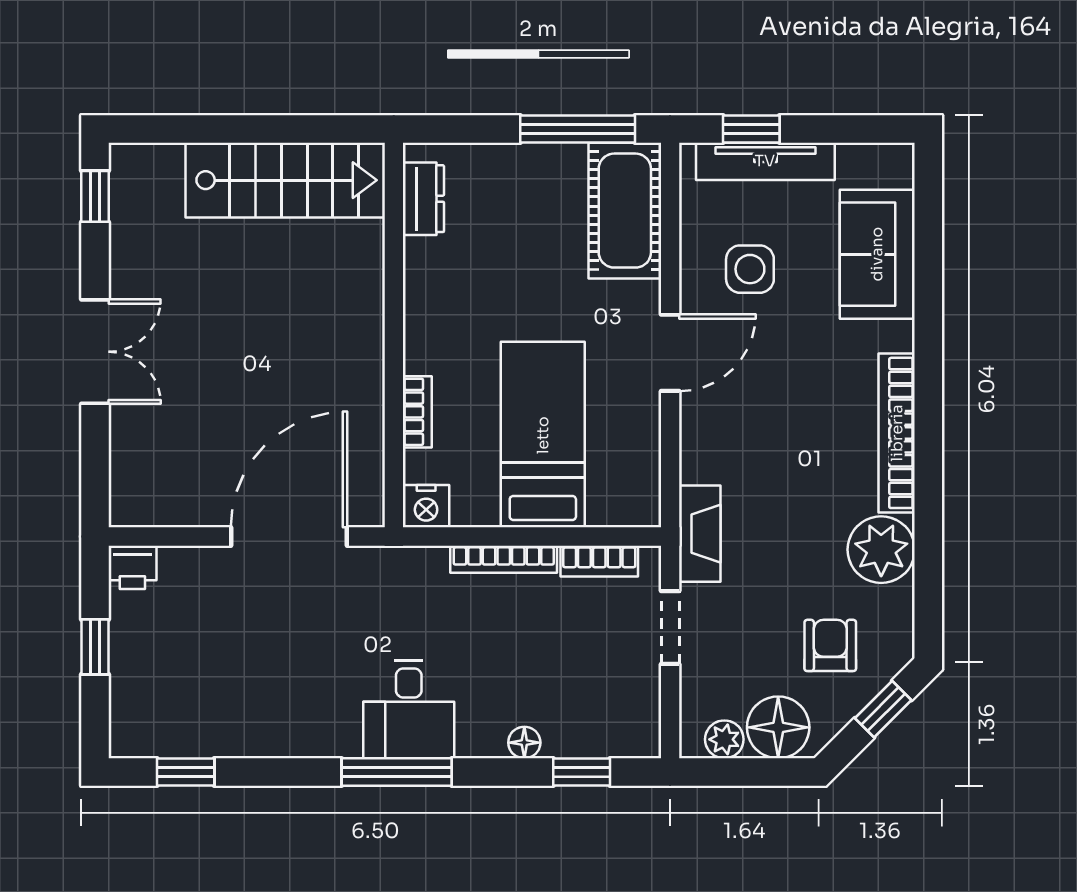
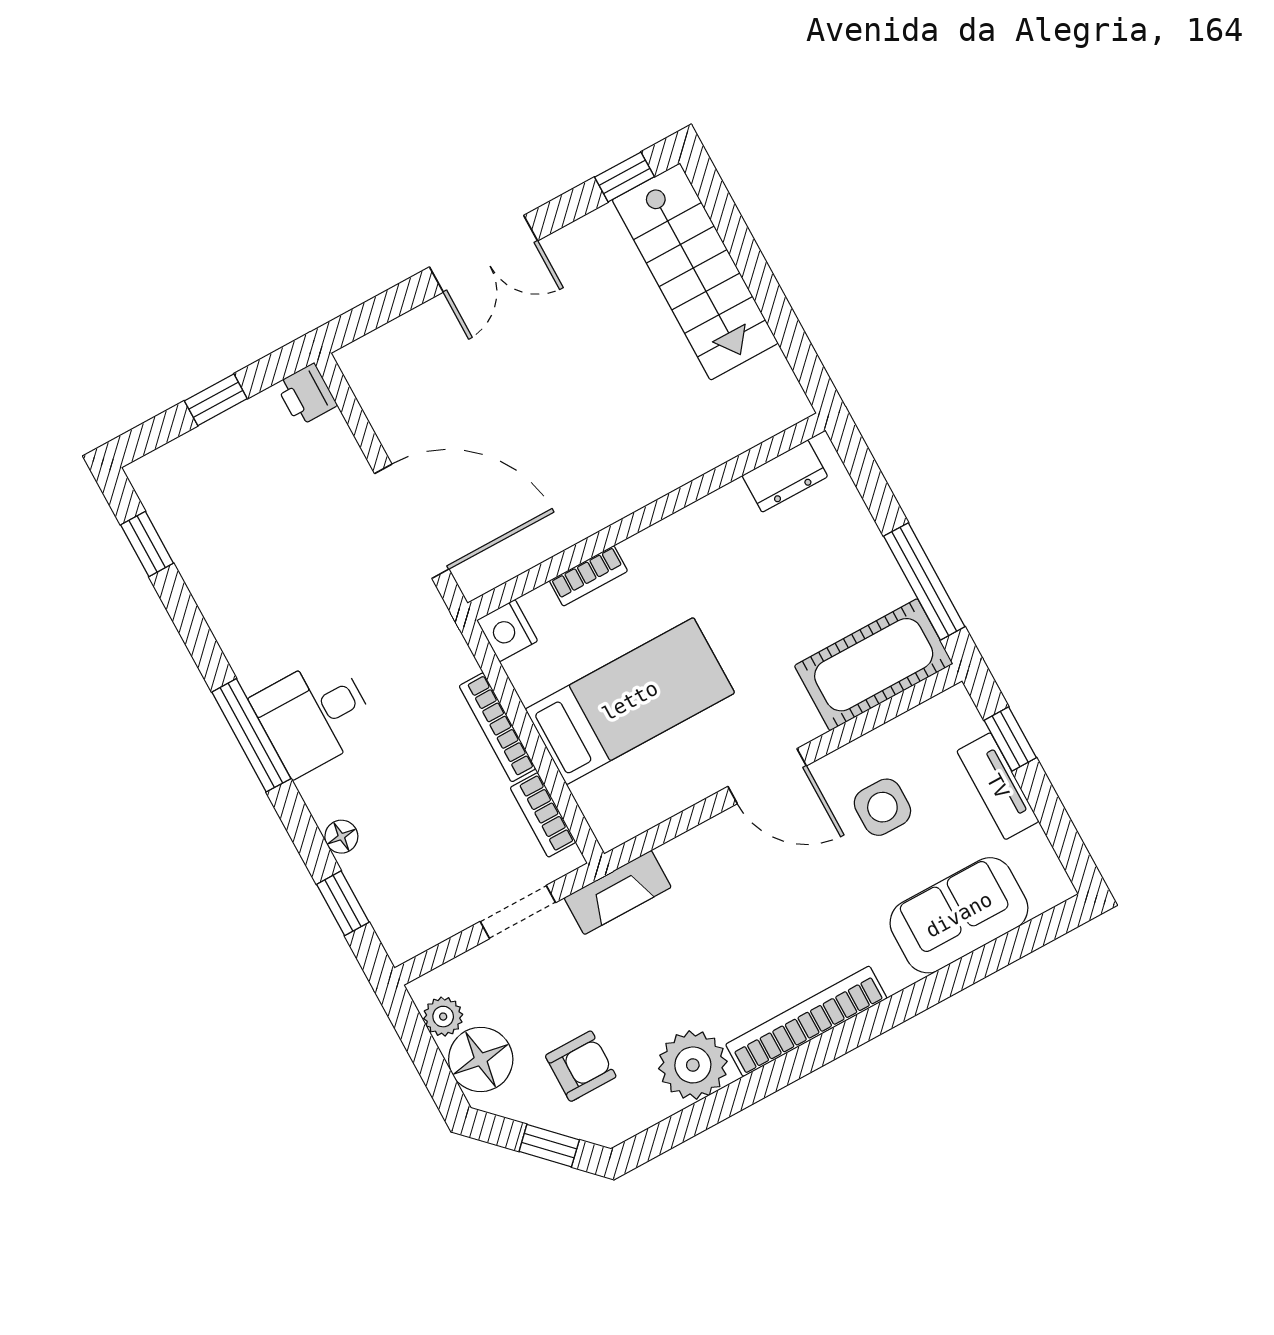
tv unit: (765, 161) -> (998, 786), width x0.71
stairs: (285, 180) -> (695, 272), moved

